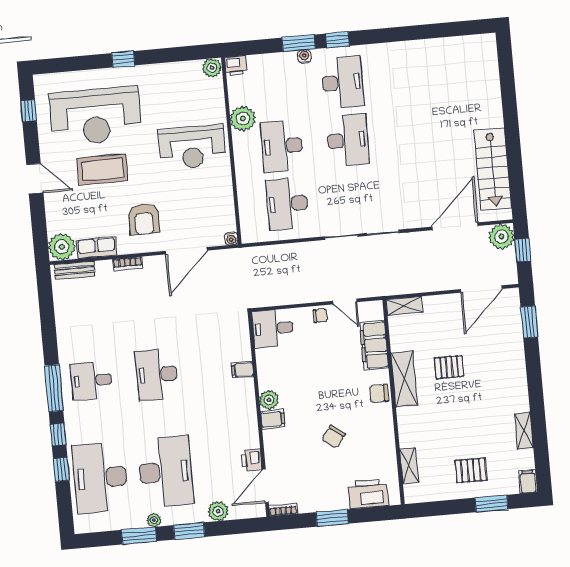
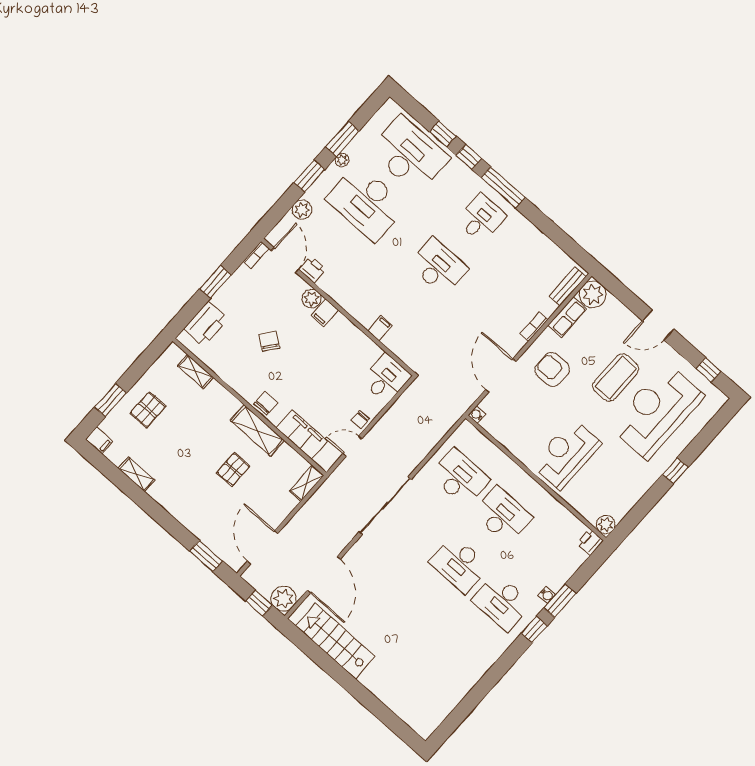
plant: (243, 119) -> (549, 509), removed
plant: (269, 400) -> (312, 299), moved

